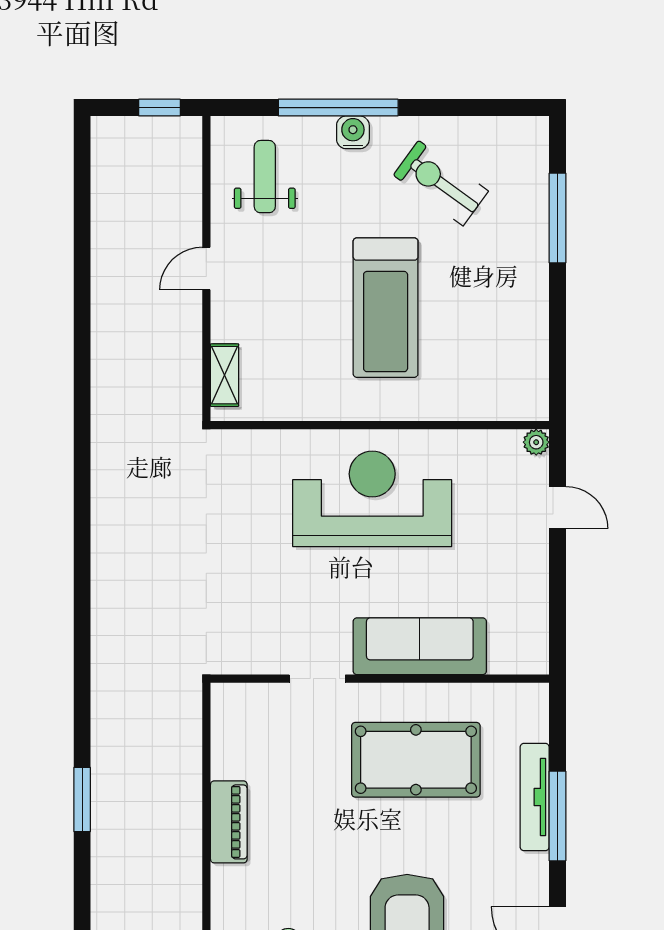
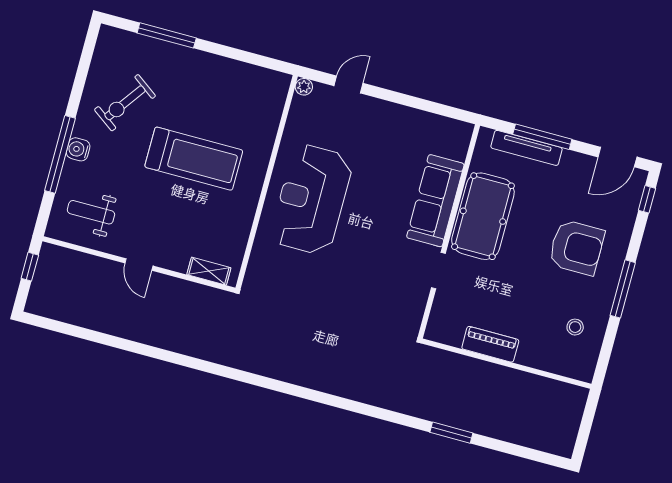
sofa: (420, 646) -> (435, 201), moved
doorway: (317, 679) -> (438, 271), moved
wall: (380, 679) -> (449, 231), moved

